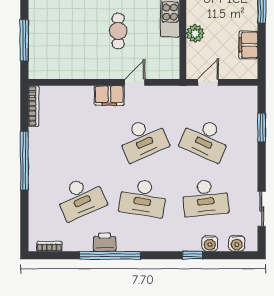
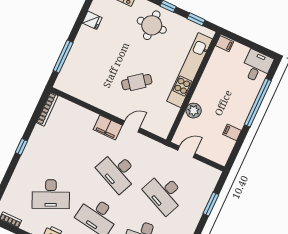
cafe table: (118, 31) -> (137, 82), turned 52
filing cabinet: (248, 45) -> (232, 132), width x0.50
desk: (143, 139) -> (118, 172), turned 48
window: (24, 161) -> (21, 147), width x0.32

